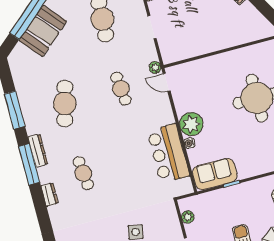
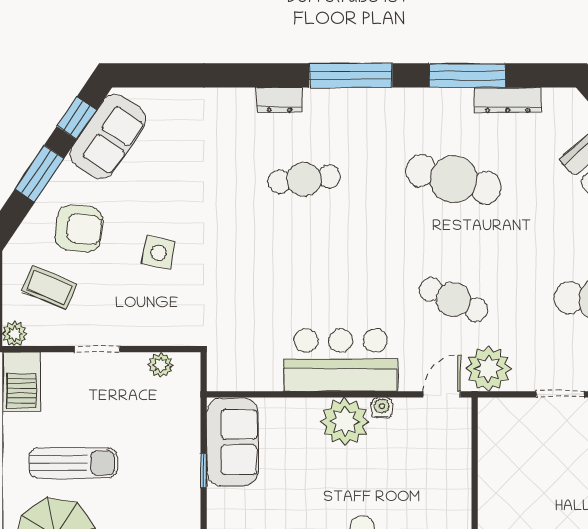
plant: (155, 67) -> (488, 369), width x1.88, depth x1.88
cafe table: (121, 89) -> (454, 300), turned 30
water cooler: (189, 143) -> (382, 408), moved
dresser: (38, 151) -> (508, 100), moved
bar counter: (168, 153) -> (341, 360), moved

